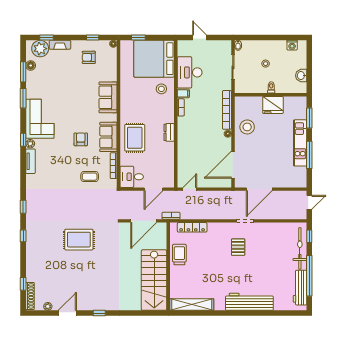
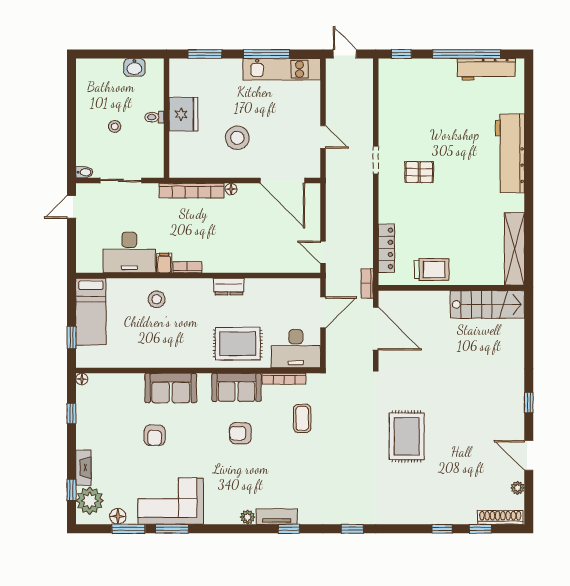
door: (200, 38) -> (71, 207), moved
washing machine: (292, 45) -> (84, 83), removed
armchair: (89, 57) -> (155, 435), moved
bed: (154, 59) -> (91, 312), width x0.49
corner sofa: (40, 119) -> (171, 501), moved
stool: (247, 127) -> (237, 138), moved
window: (23, 140) -> (289, 529), moved
kitchen unit: (300, 143) -> (282, 69), moved
desk: (132, 177) -> (296, 349), width x1.37
door: (154, 189) -> (323, 312), hinge flipped
door: (259, 189) -> (323, 137), width x0.53
window: (23, 236) -> (442, 529), moved
bicycle: (300, 248) -> (421, 70), removed
trolley: (179, 255) -> (432, 270), turned 180
stairs: (154, 280) -> (487, 304), width x0.73, depth x0.66

